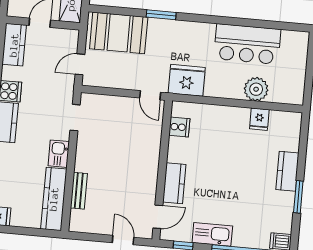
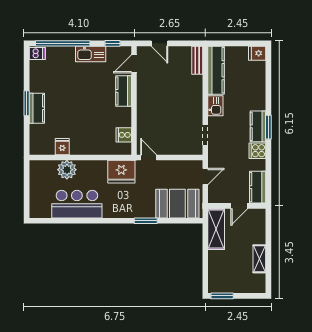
bench: (79, 191) -> (197, 60), moved
window: (298, 197) -> (27, 103), moved

